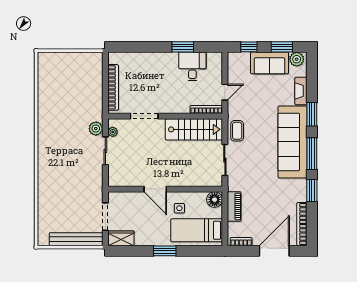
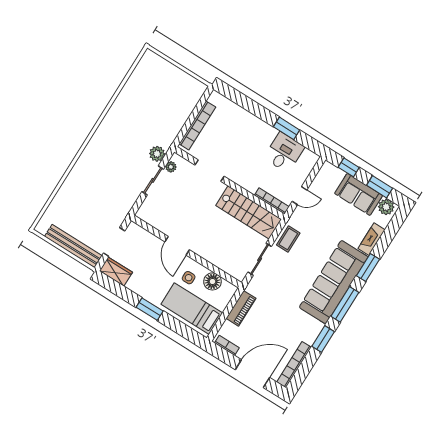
floor lamp: (215, 200) -> (212, 281), moved

